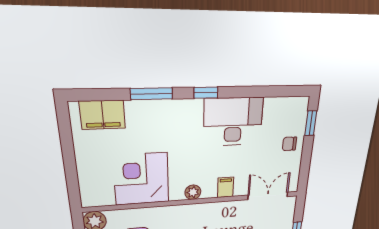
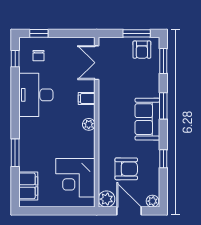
window: (206, 93) -> (15, 59), moved
chair: (289, 144) -> (38, 56), moved
corner desk: (141, 179) -> (75, 178), moved

